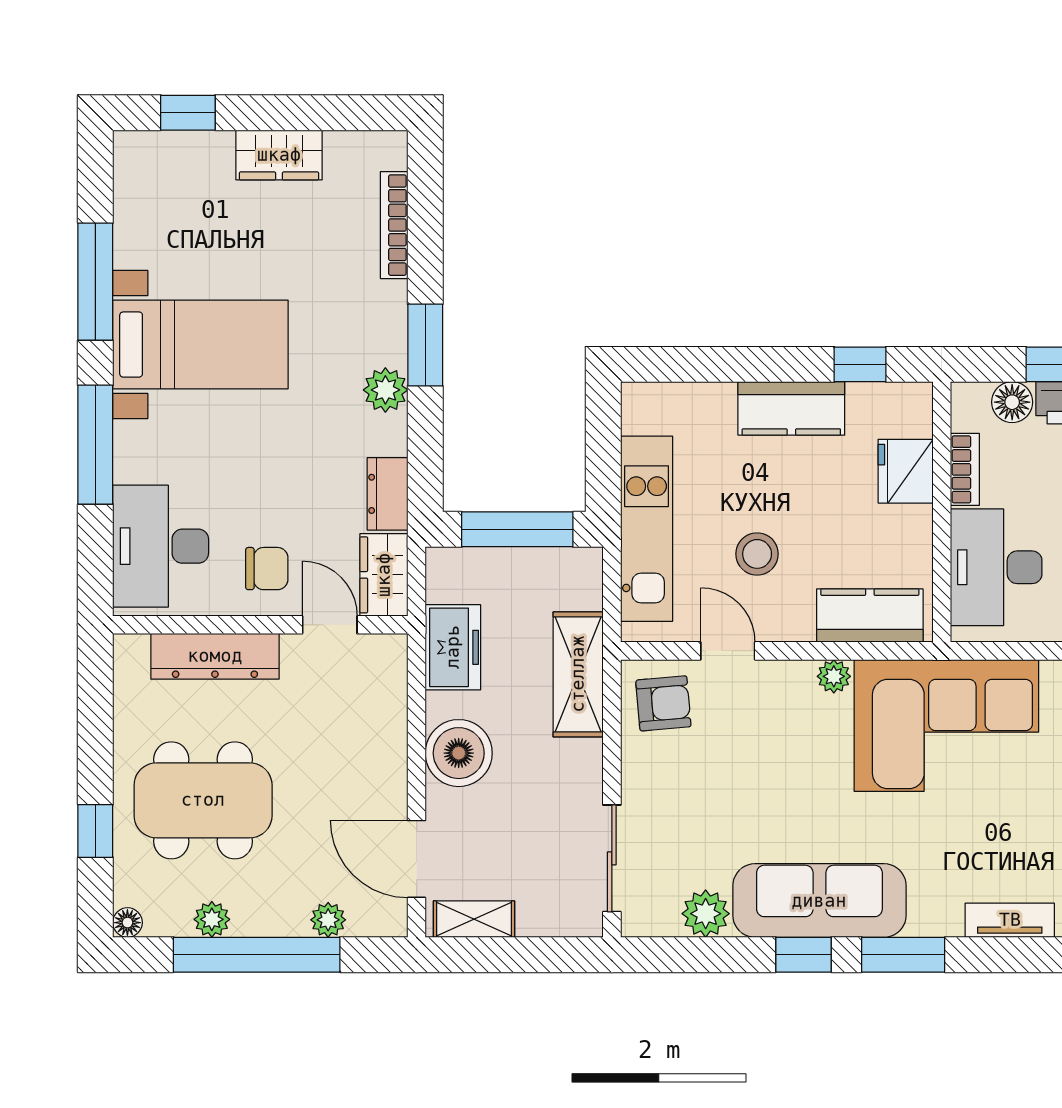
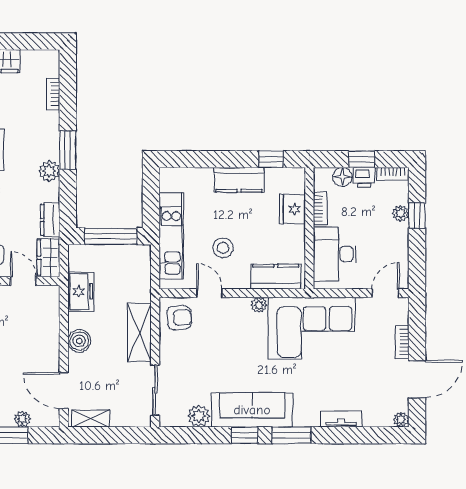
bookcase: (394, 225) -> (53, 94), width x0.64
shelving: (578, 674) -> (139, 332), moved
boiler: (459, 753) -> (79, 341), width x0.73, depth x0.73

